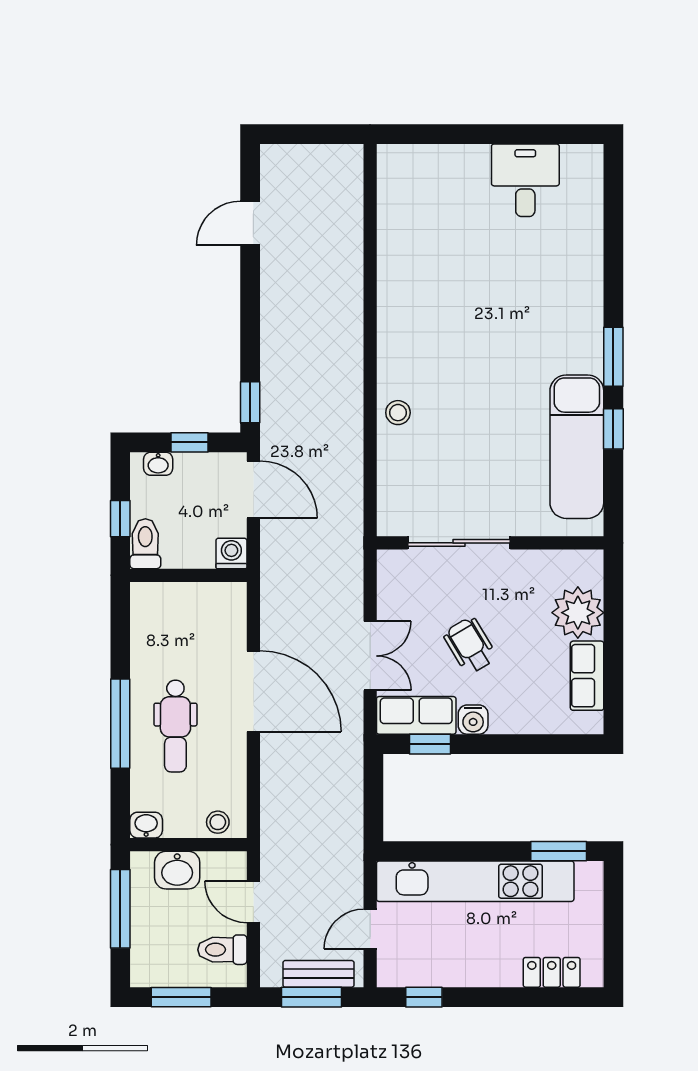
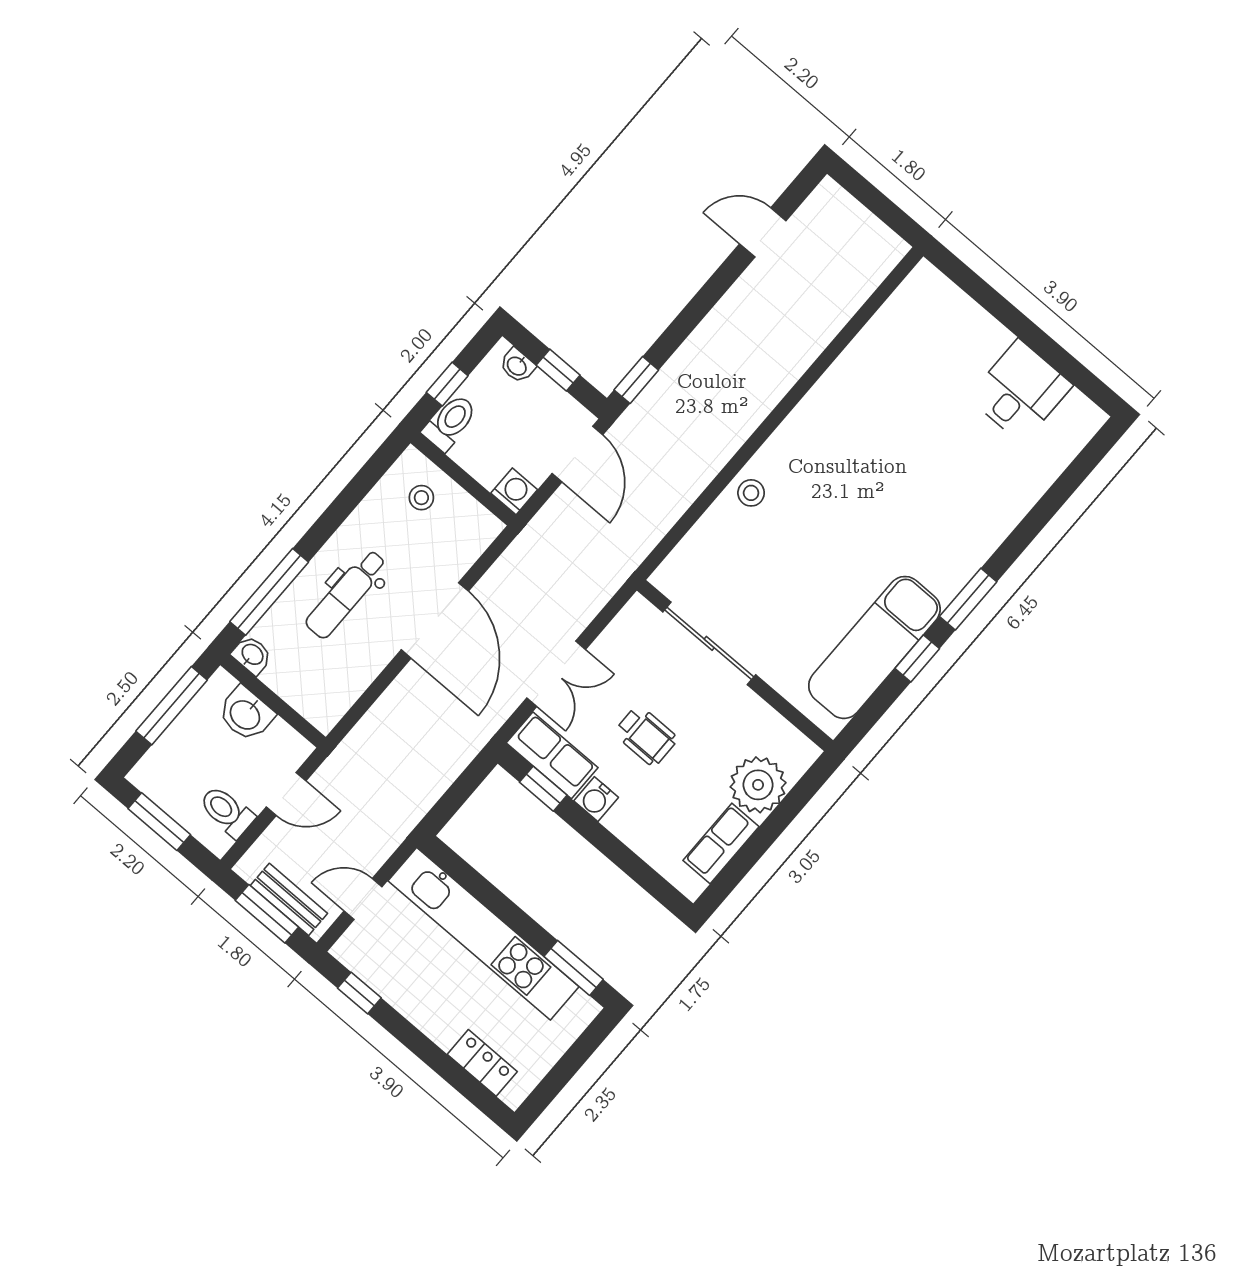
wheelchair: (470, 645) -> (646, 736), turned 121
window: (120, 724) -> (269, 592), moved
stool: (218, 822) -> (421, 498), moved
door: (253, 902) -> (286, 794), swing flipped

